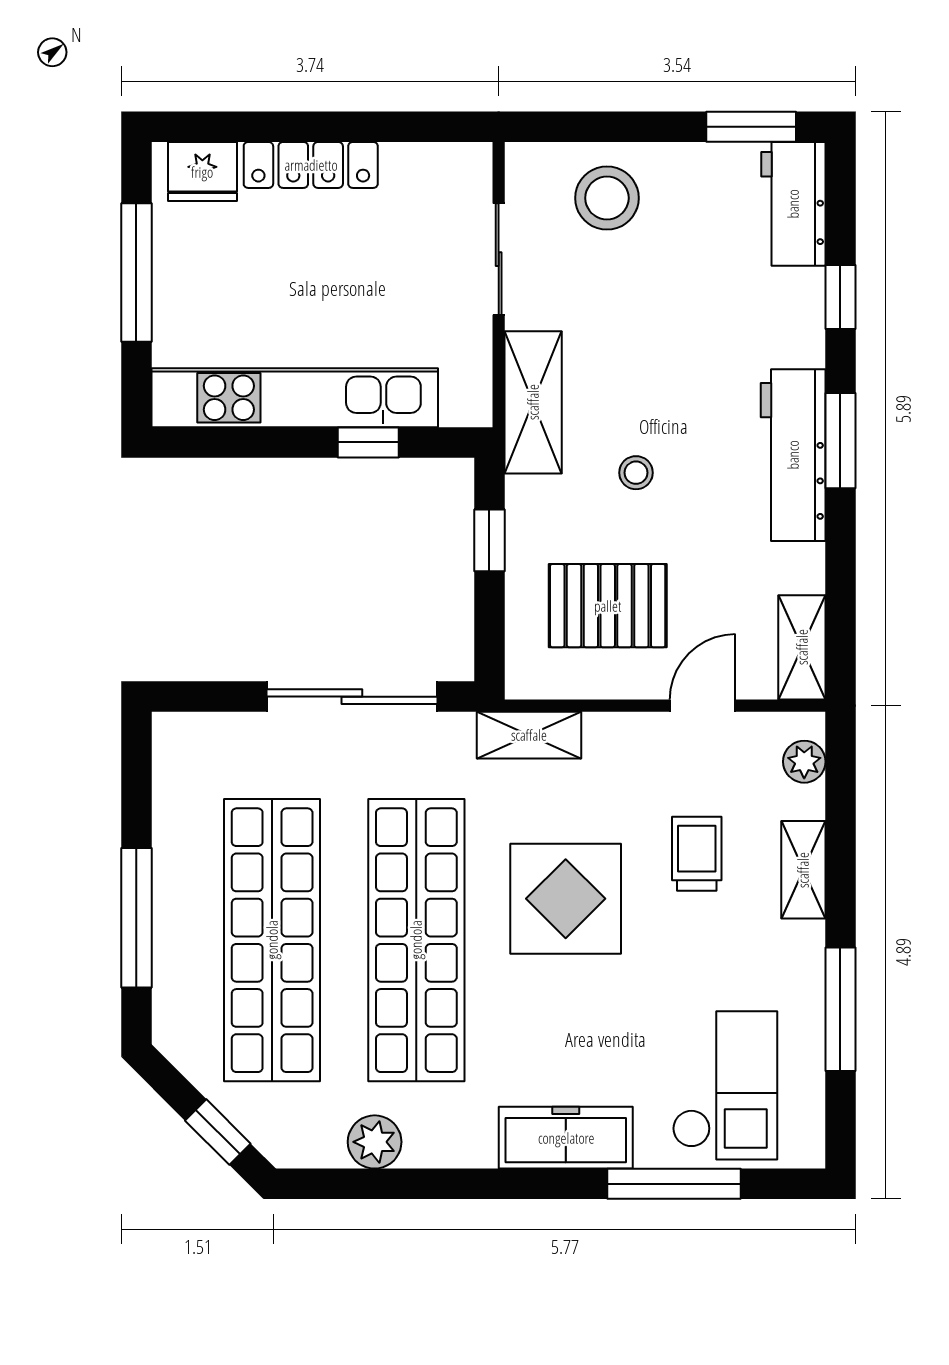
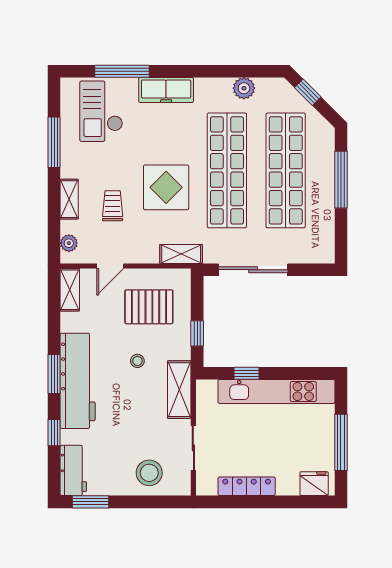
locker: (311, 165) -> (247, 486), moved
workbench: (793, 455) -> (78, 381), width x1.36, depth x1.32
trolley: (697, 854) -> (113, 206), turned 180

